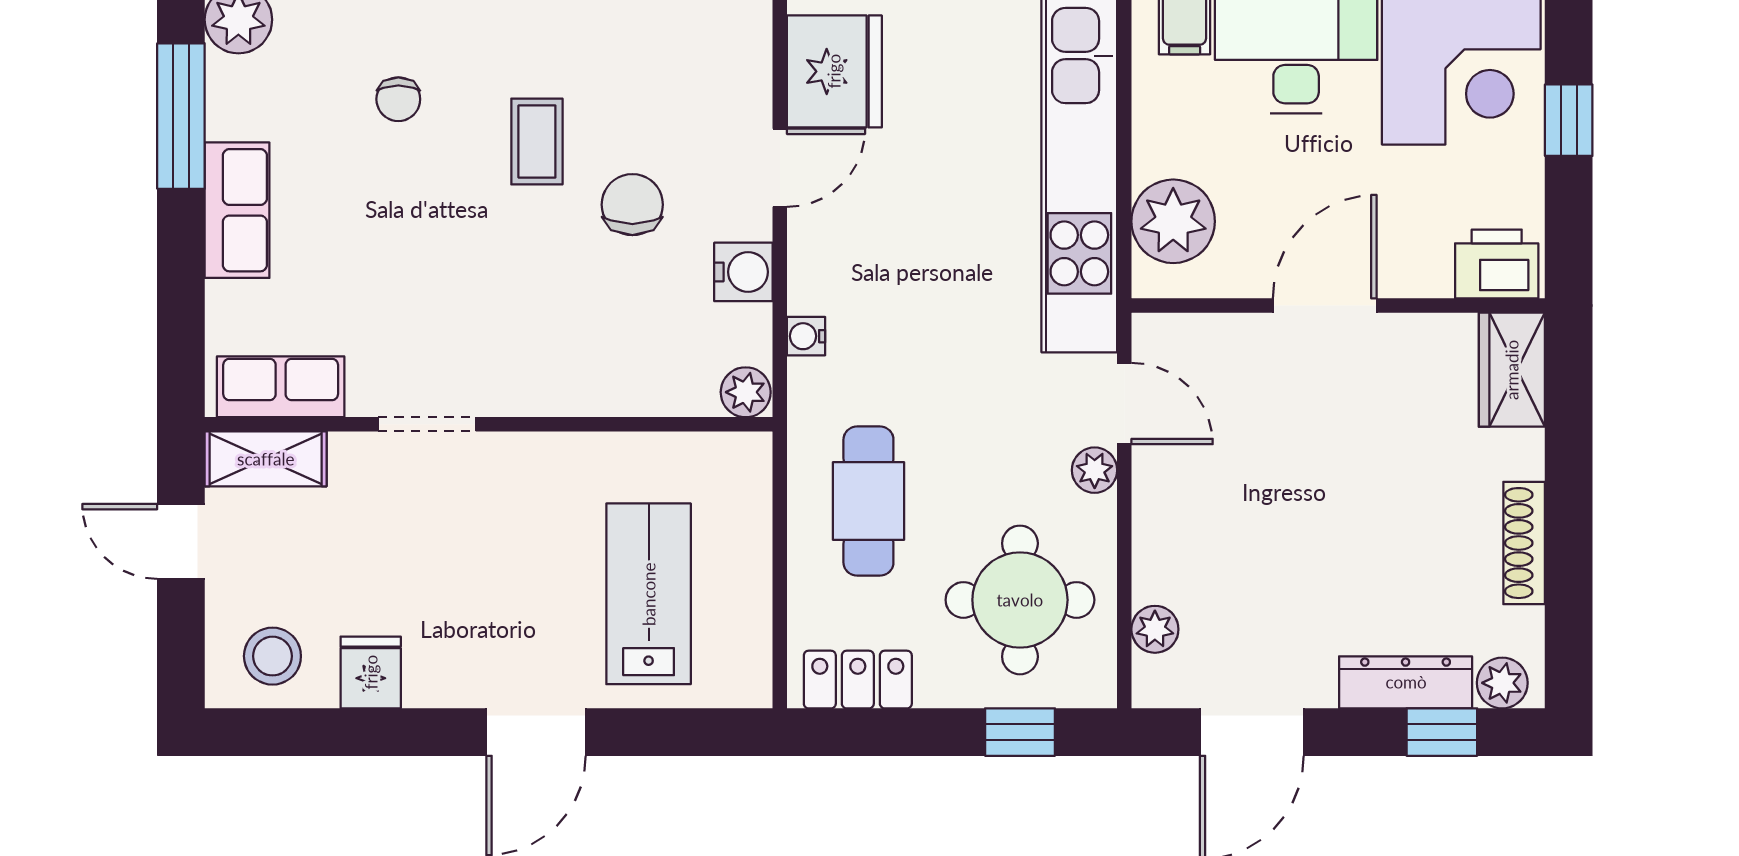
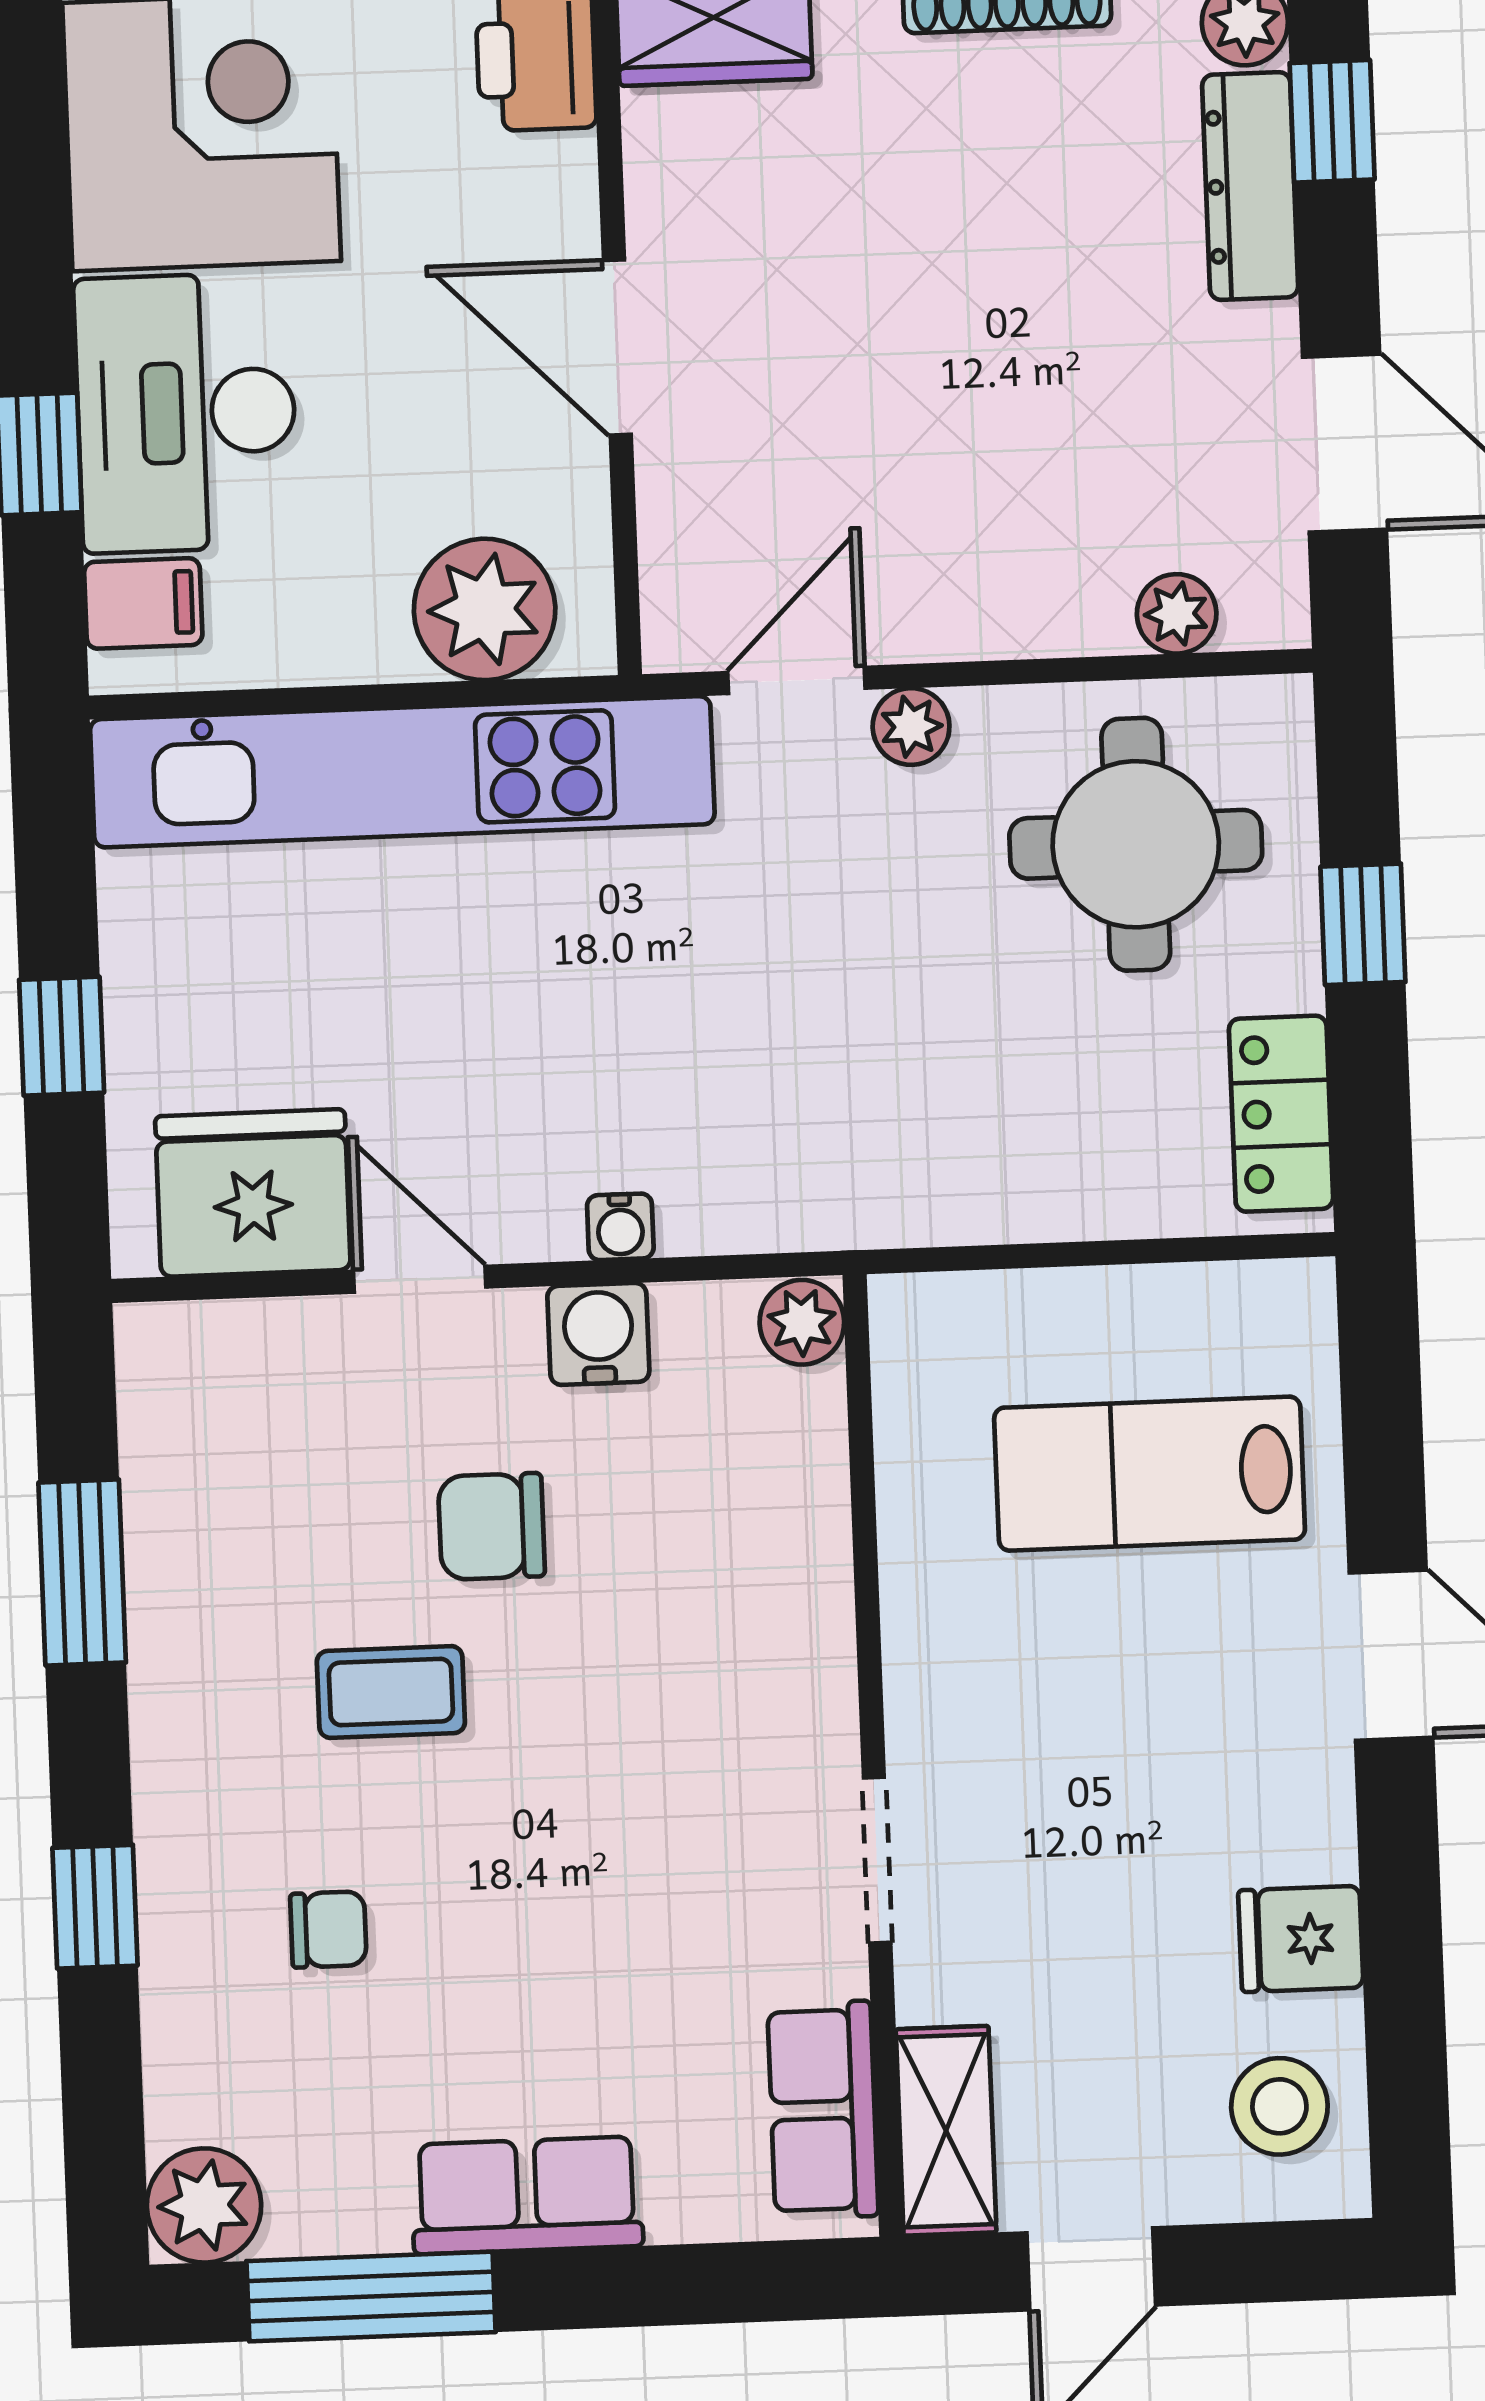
water cooler: (806, 336) -> (620, 1227), moved
cafe table: (868, 501) -> (978, 1107), removed
window: (1020, 732) -> (1363, 924), moved

